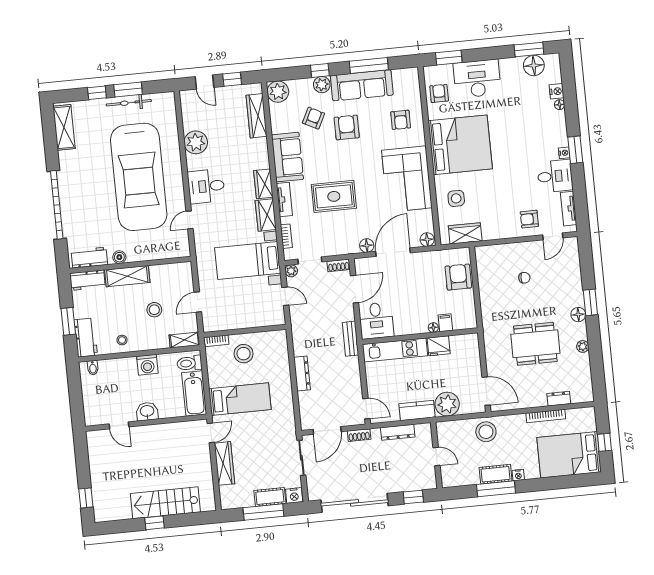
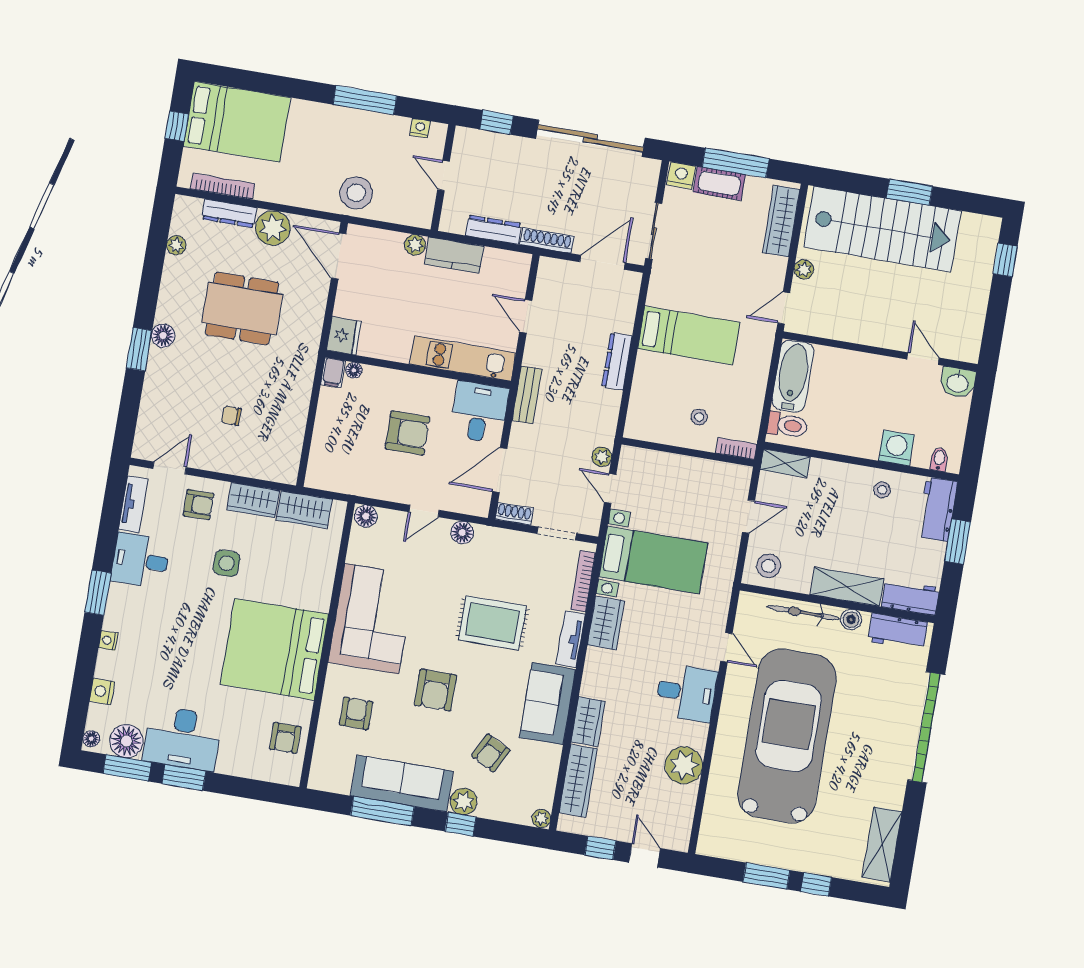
window: (449, 58) -> (184, 777), moved
desk: (477, 79) -> (183, 738), moved
plant: (278, 92) -> (541, 818), width x0.53, depth x0.53
bicycle: (129, 103) -> (803, 613), moved, turned 180
floor lamp: (560, 105) -> (91, 739), moved
armchair: (347, 127) -> (435, 690), moved
nightstand: (564, 153) -> (108, 640), moved
wardrobe: (263, 184) -> (588, 722), moved
side table: (456, 198) -> (226, 563), moved
door: (190, 220) -> (726, 647), hinge flipped
wardrobe: (497, 231) -> (253, 500), added
bookcase: (286, 236) -> (583, 581), width x1.56
door: (393, 252) -> (424, 511), width x0.53
plant: (291, 271) -> (602, 457), moved
armchair: (458, 277) -> (407, 433), moved, turned -90
stool: (154, 310) -> (769, 566), moved
filing cabinet: (445, 323) -> (333, 373), moved
floor lamp: (433, 328) -> (354, 370), moved
fridge: (439, 346) -> (344, 336), moved, turned 90
plant: (583, 346) -> (176, 245), moved
stool: (244, 354) -> (699, 417), width x0.53, depth x0.53
washing machine: (147, 365) -> (896, 448), moved
plant: (530, 397) -> (273, 228), added
bed: (240, 399) -> (689, 336), moved, turned 180
dresser: (559, 399) -> (229, 213), width x1.44
plant: (447, 404) -> (415, 245), width x0.53, depth x0.53
door: (366, 409) -> (526, 316), moved
washbasin: (147, 411) -> (958, 382), moved
bookcase: (546, 416) -> (223, 186), moved
shoe rack: (359, 435) -> (547, 240), width x1.43
plant: (205, 459) -> (804, 269), added
wardrobe: (224, 463) -> (781, 221), moved
cot: (496, 474) -> (359, 123), removed
nightstand: (518, 475) -> (420, 128), moved
stairs: (165, 503) -> (882, 229), width x1.36, depth x1.51
window: (154, 523) -> (909, 192), width x1.50

